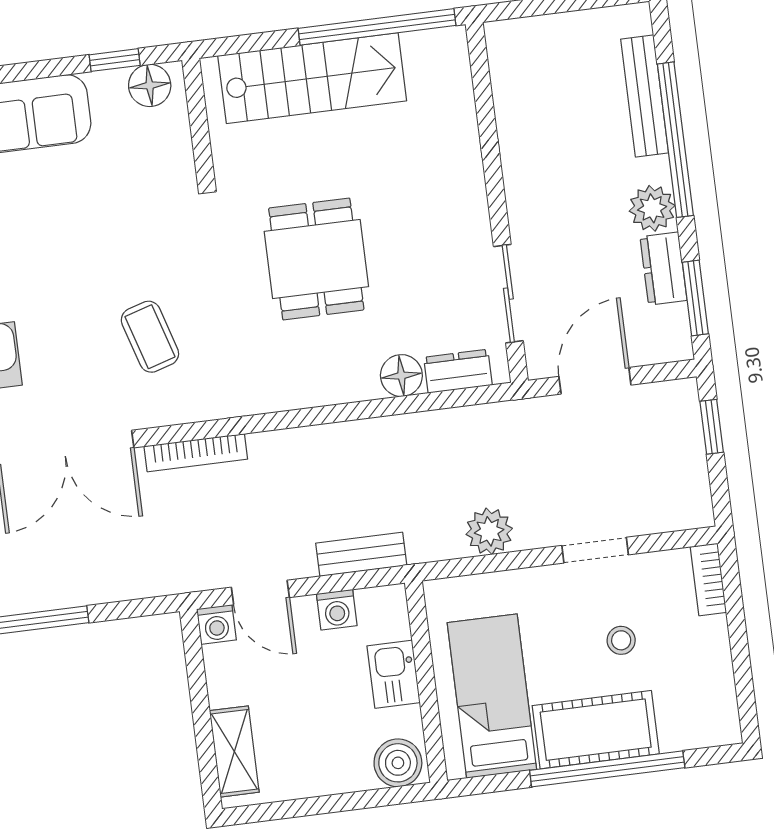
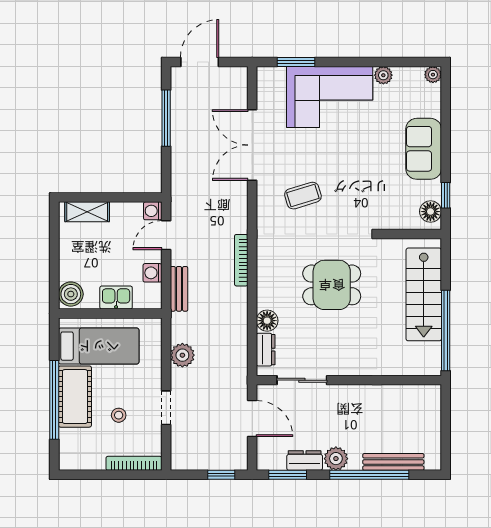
bookcase: (196, 453) -> (241, 260), moved
bookcase: (708, 579) -> (134, 463), width x1.56

